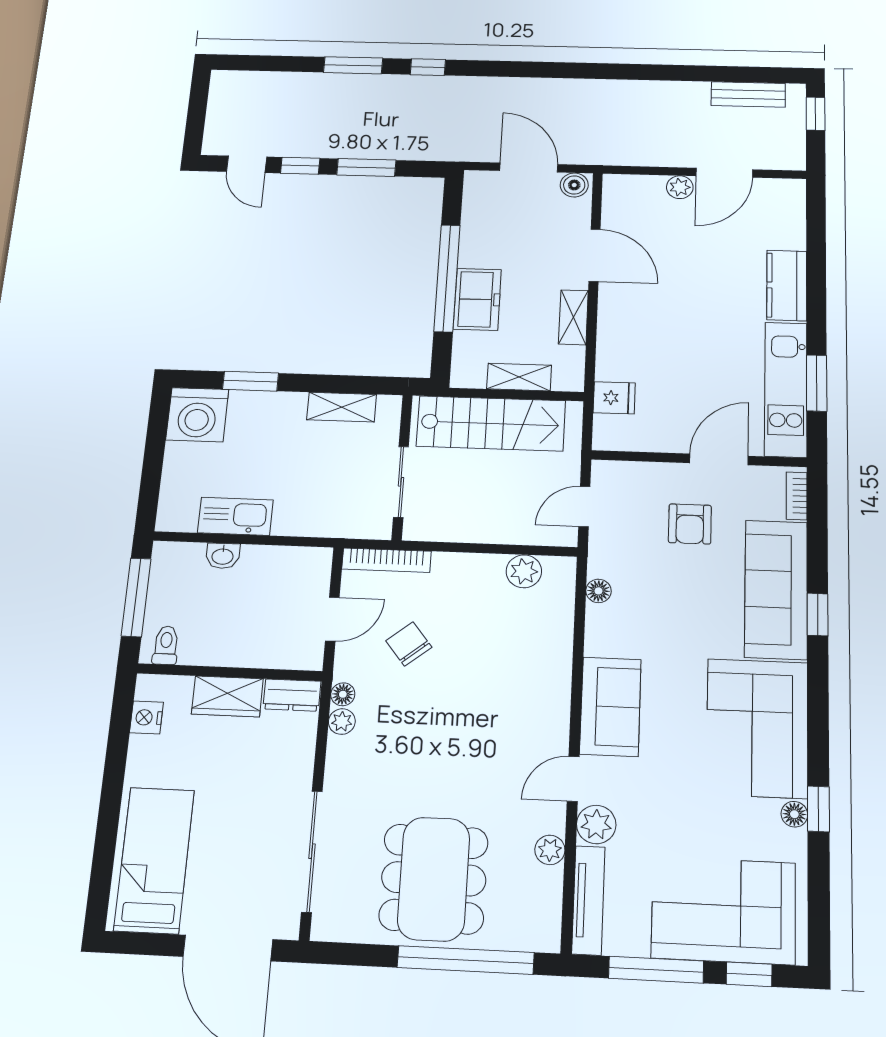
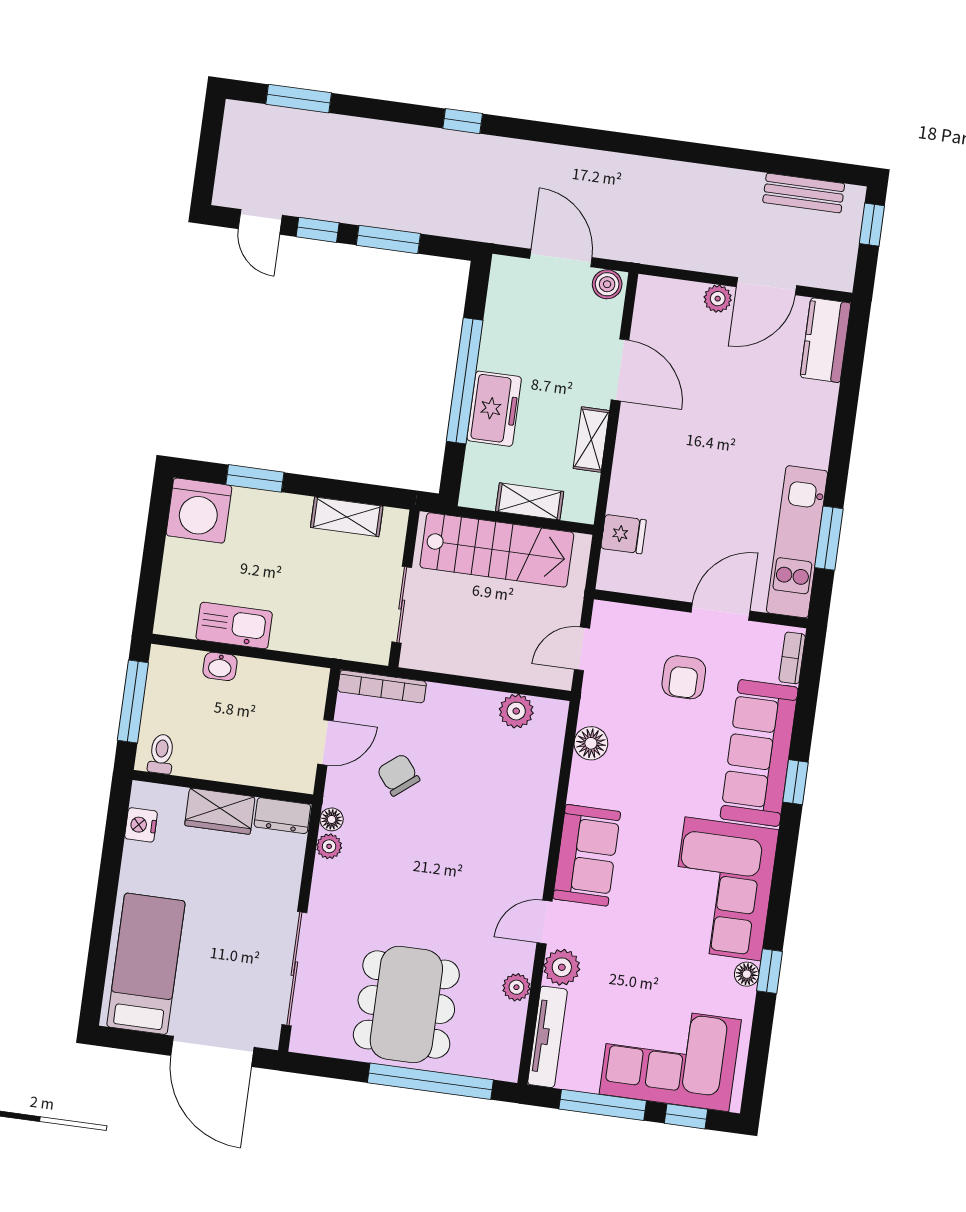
window: (353, 65) -> (299, 99), moved
kitchen counter: (787, 285) -> (825, 340), moved
floor lamp: (598, 591) -> (591, 743), width x1.37, depth x1.37

